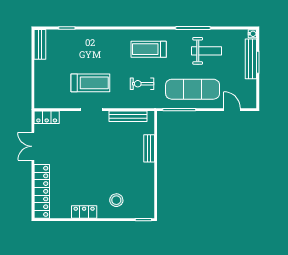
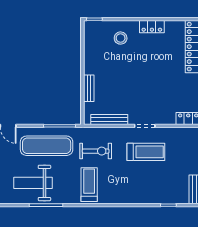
treadmill: (149, 49) -> (89, 185), turned -90
weight bench: (207, 51) -> (33, 183), width x1.36, depth x1.33
treadmill: (90, 83) -> (146, 152), turned 180
exercise bike: (142, 84) -> (96, 151), width x1.38, depth x1.39

